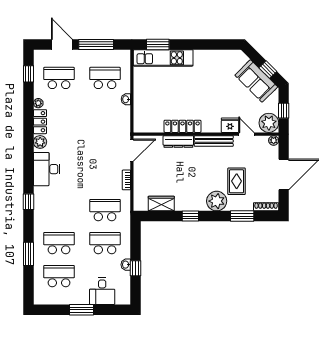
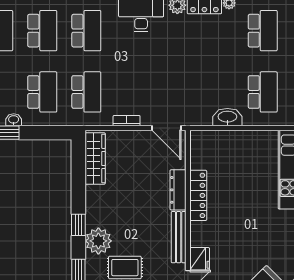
washbasin: (126, 99) -> (227, 117), width x1.91, depth x1.45
wardrobe: (161, 204) -> (95, 158), width x1.50
school desk: (59, 210) -> (86, 31), added
window: (190, 216) -> (78, 225), moved

